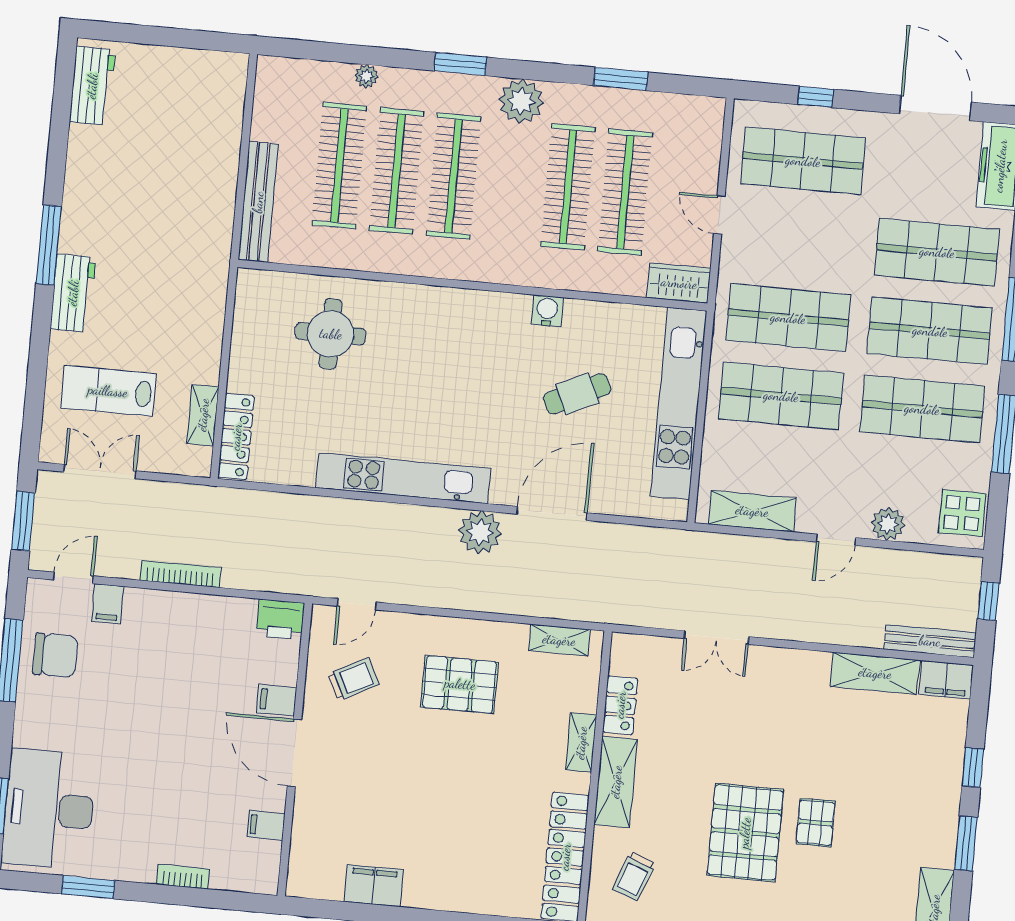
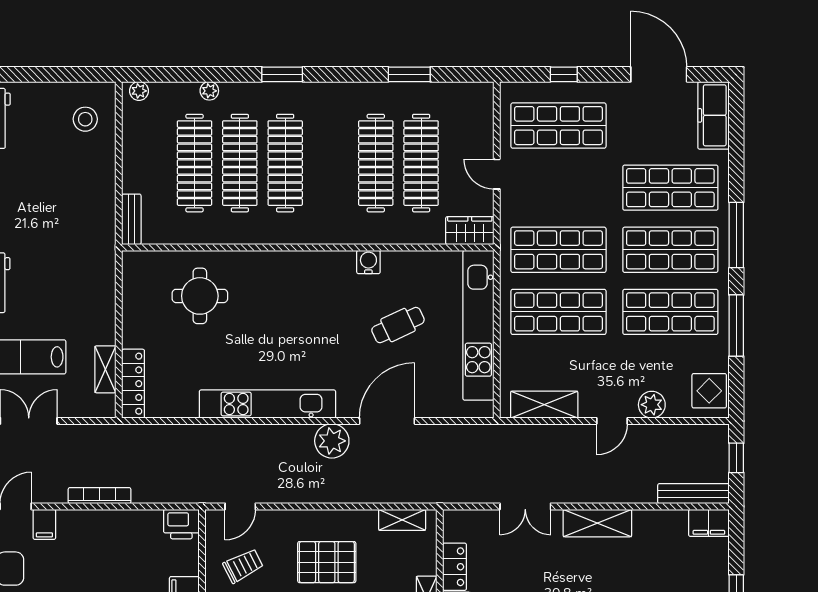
stool: (207, 97) -> (85, 119), added
plant: (521, 101) -> (139, 91), moved, width x0.53, depth x0.53
bench: (258, 202) -> (131, 219), width x0.54, depth x0.82
shelving: (875, 673) -> (597, 523), moved

